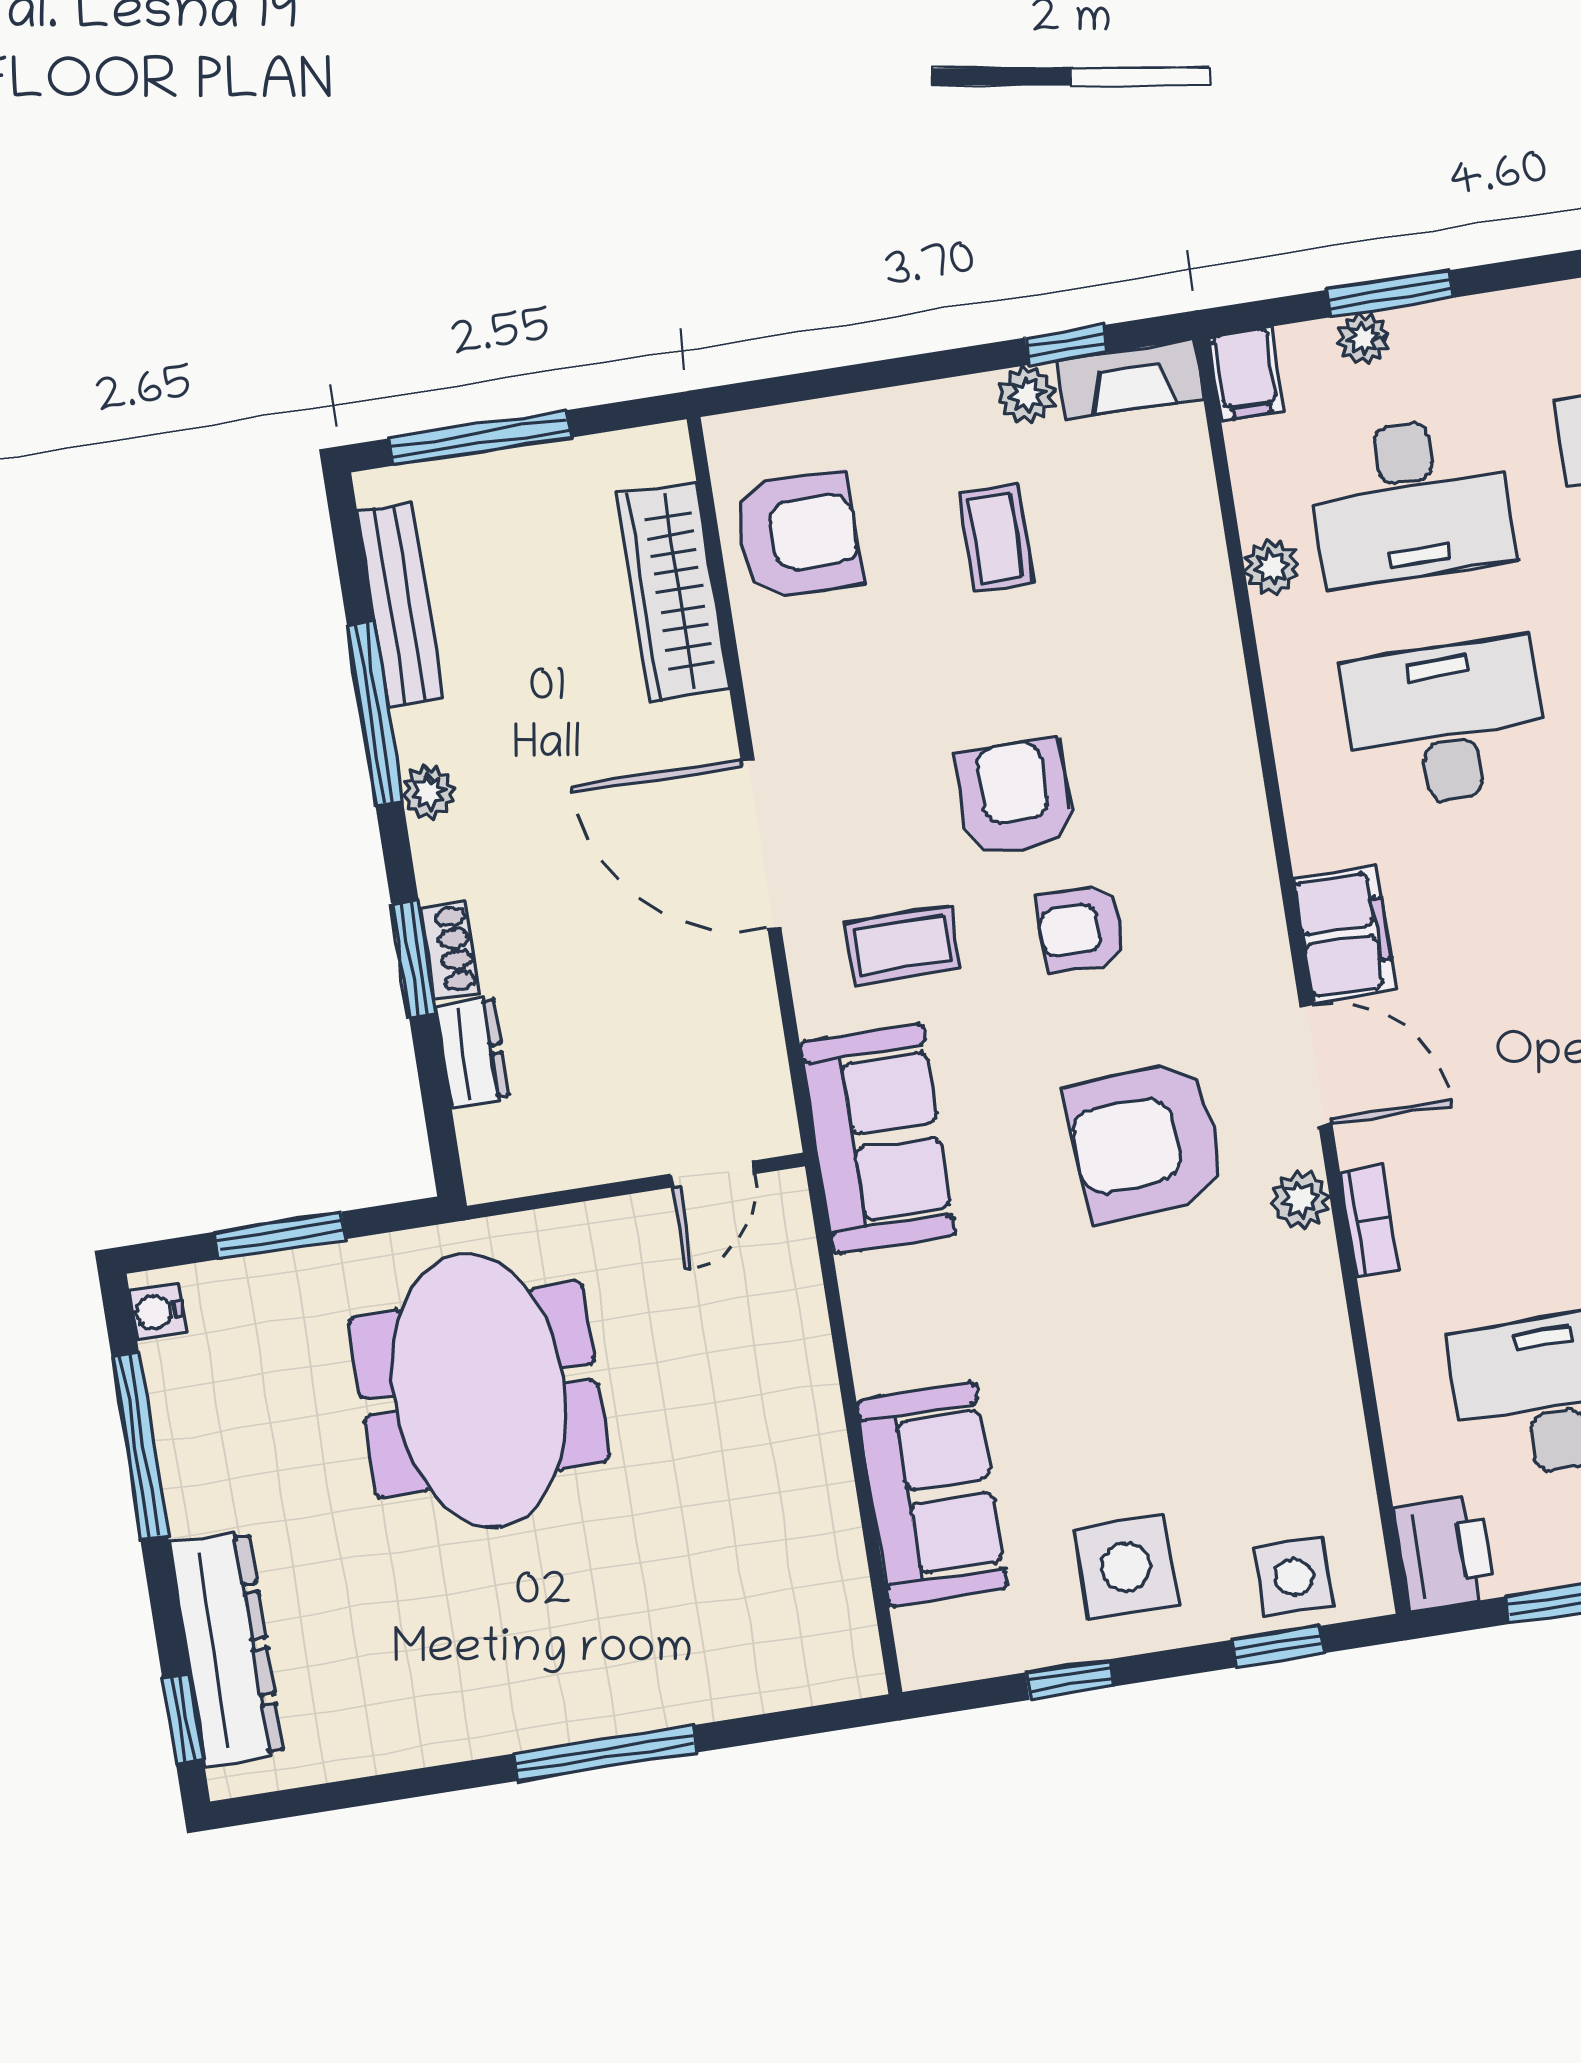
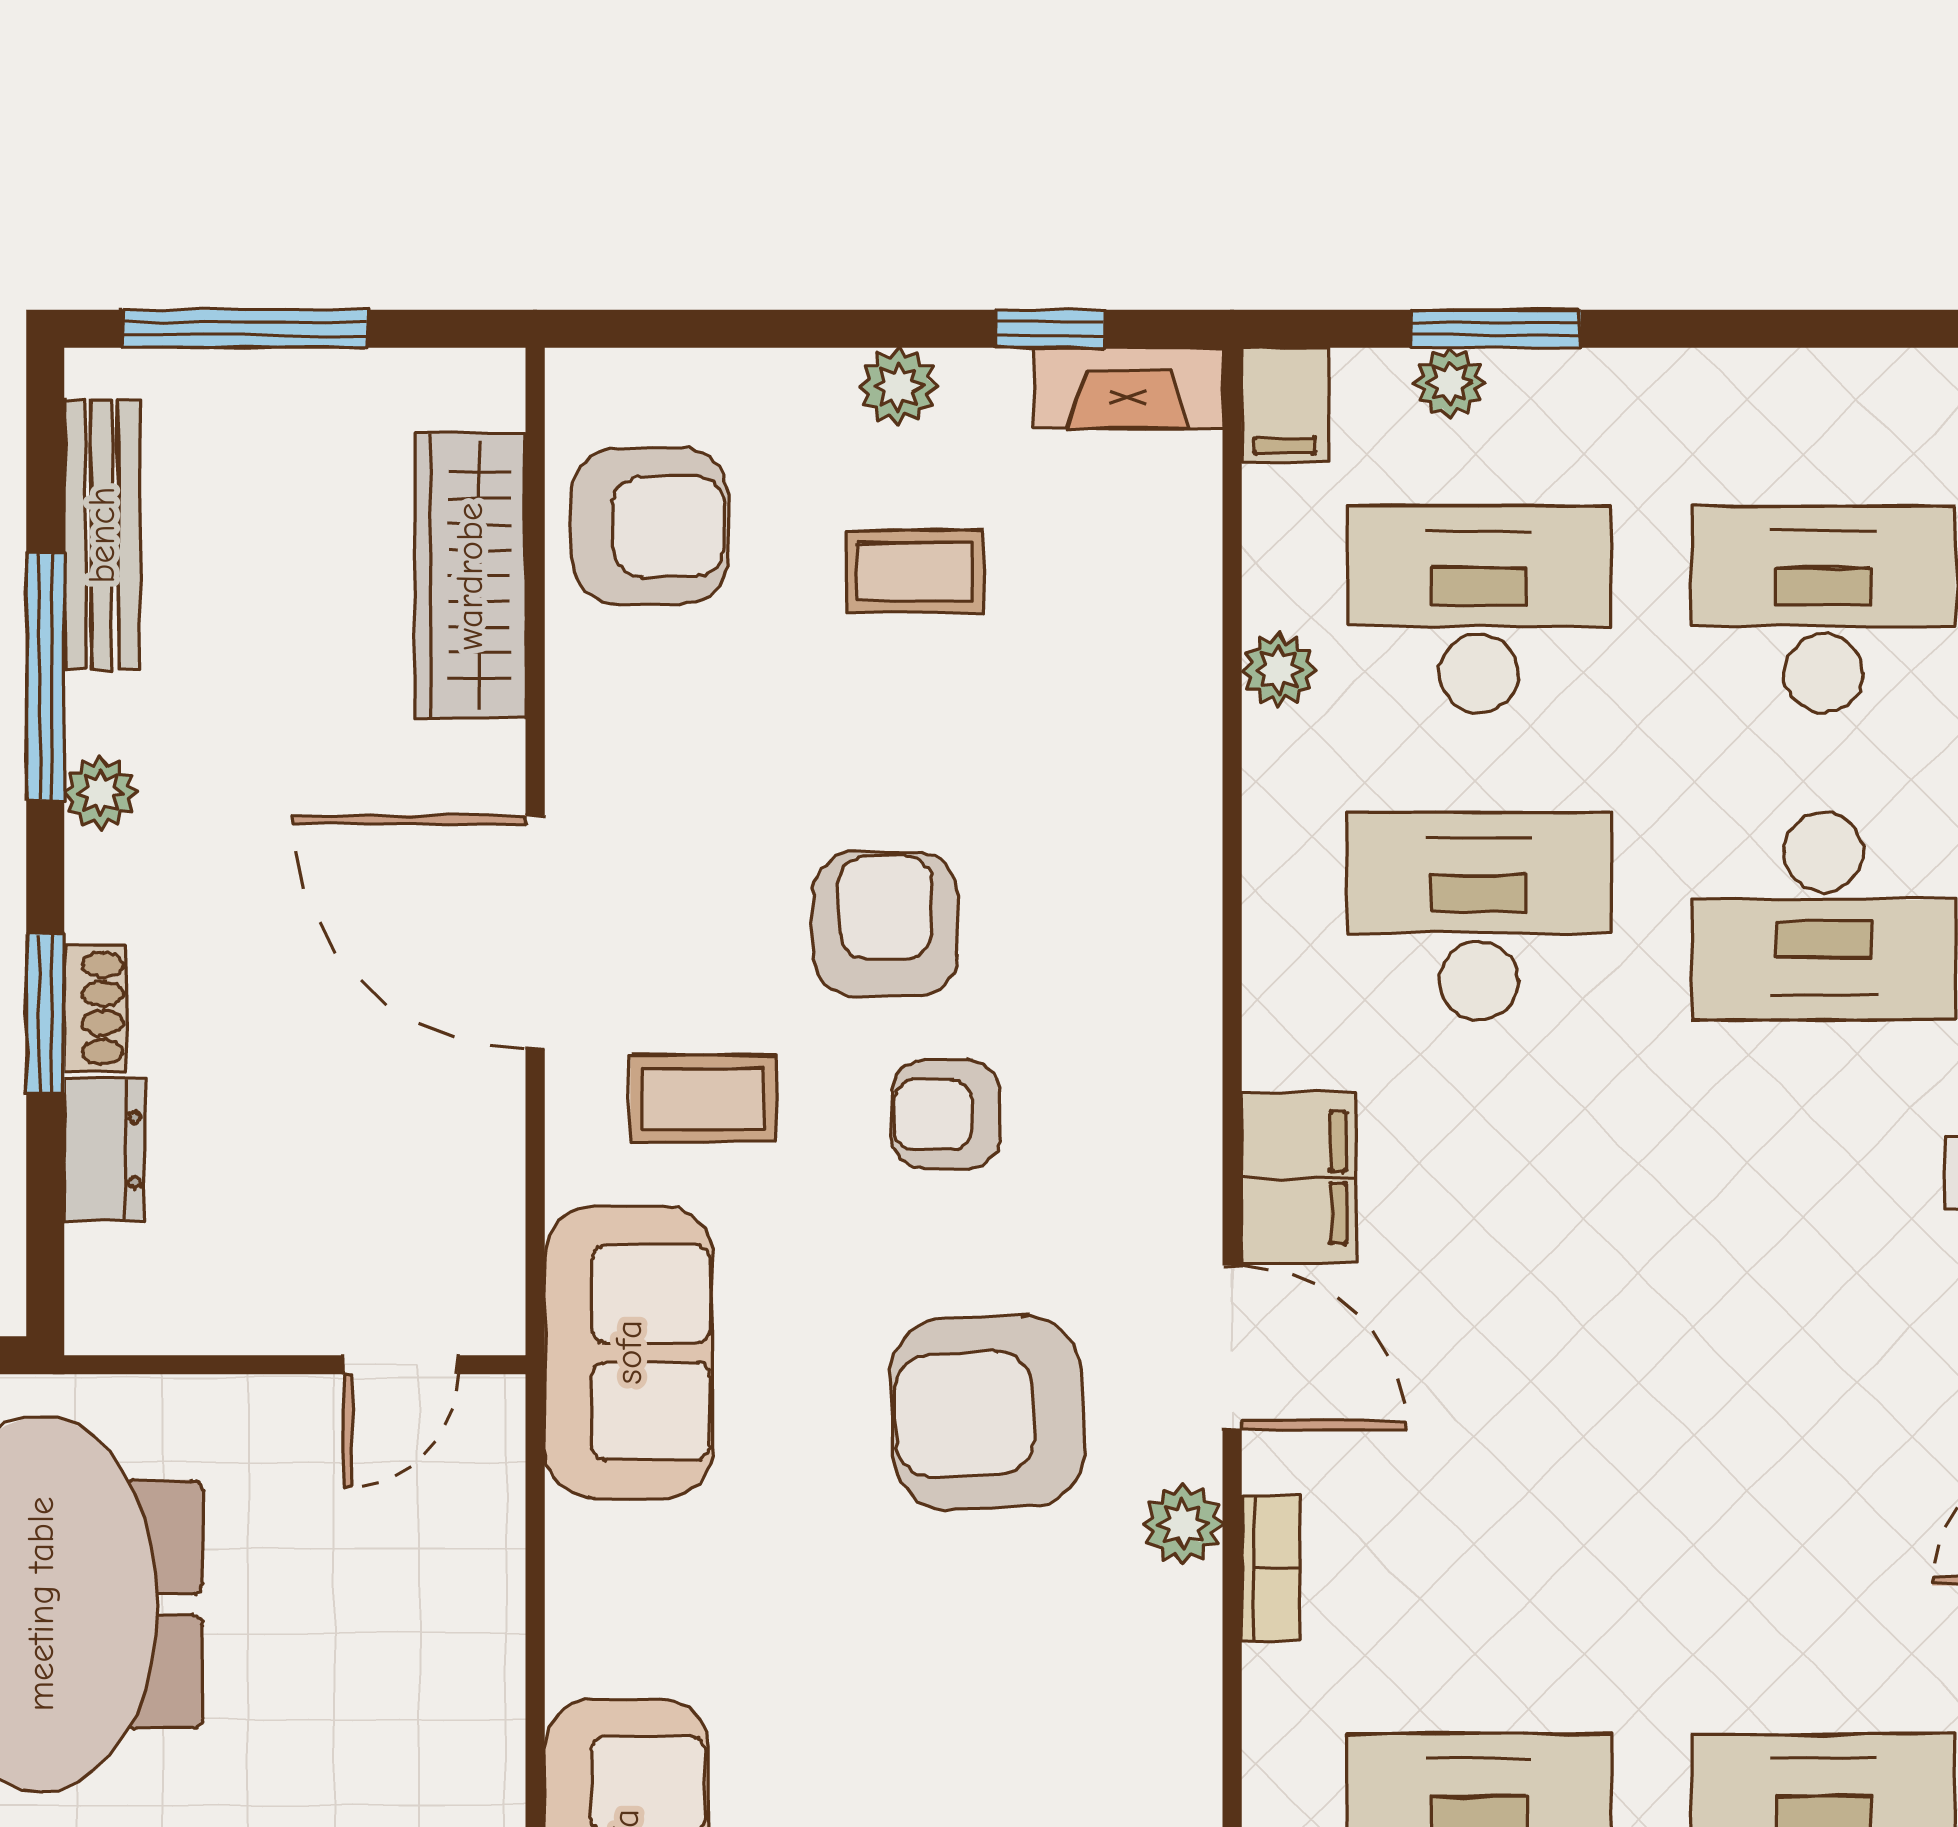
plant: (1027, 395) -> (898, 387), moved
desk: (1411, 500) -> (1479, 609), turned 180
coffee table: (996, 537) -> (915, 572), turned 90

